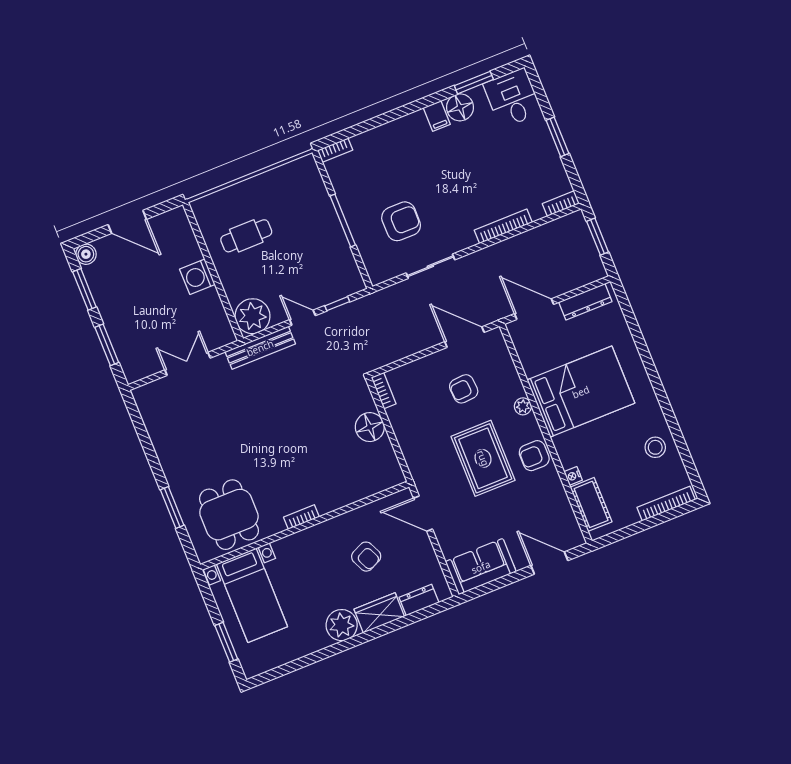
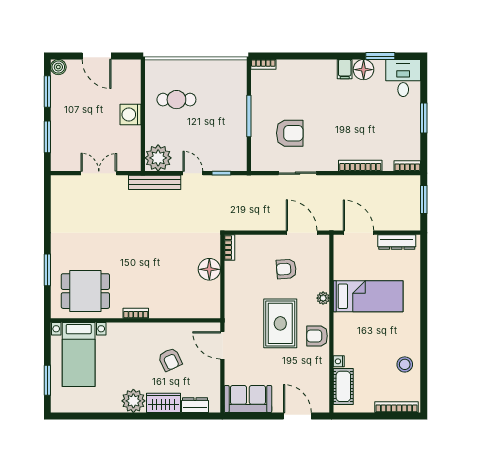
bed: (581, 392) -> (368, 296), width x0.67
dining table: (229, 515) -> (85, 291), turned 90

